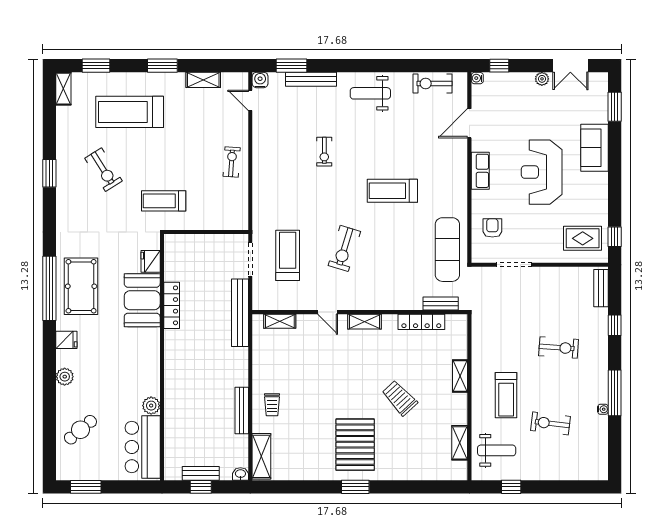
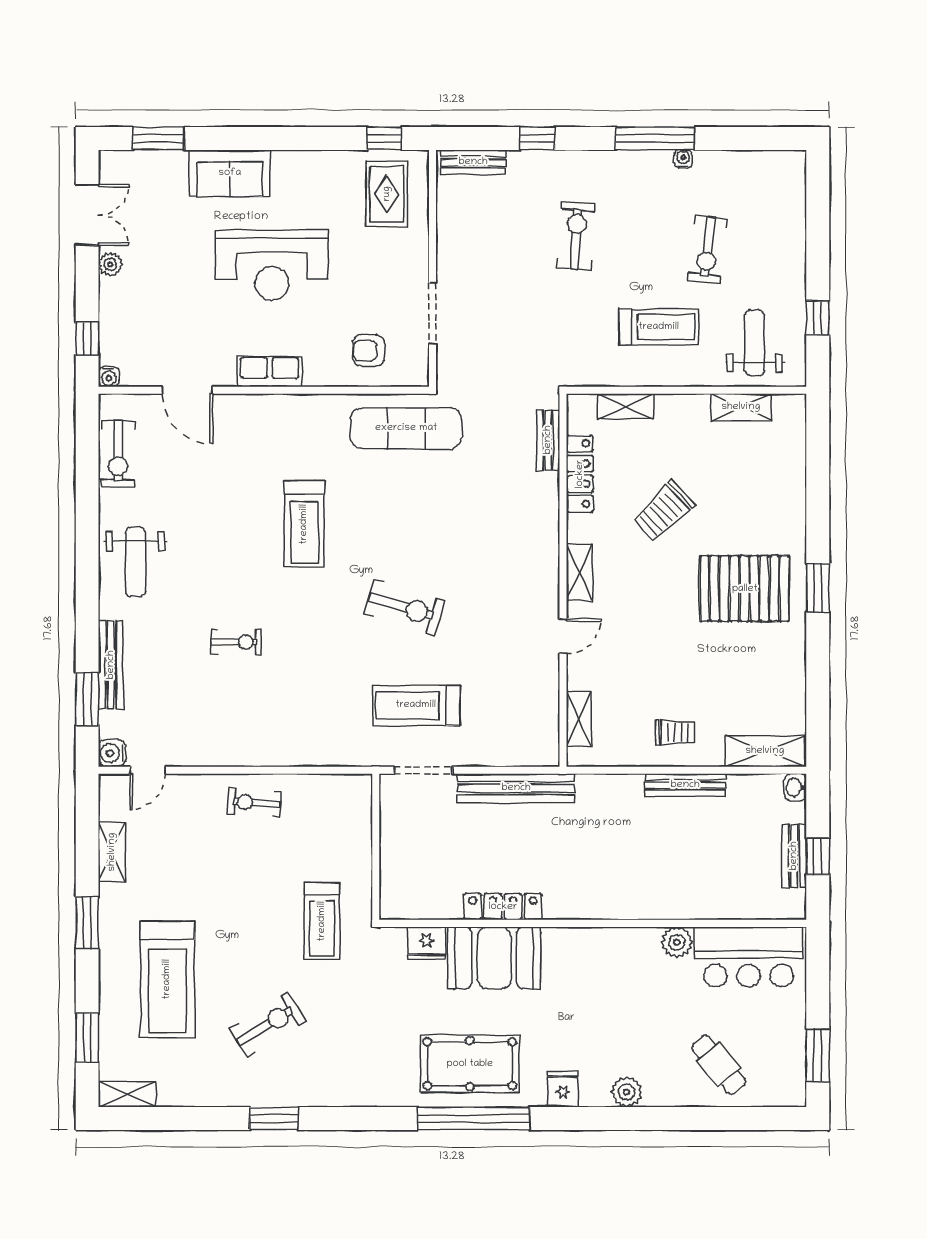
bench: (441, 304) -> (548, 440), moved
door: (328, 312) -> (563, 636), moved
wall: (360, 312) -> (563, 580), moved
shelving: (280, 321) -> (579, 719), moved
shelving: (364, 322) -> (579, 572), moved
locker: (421, 322) -> (580, 474), moved

